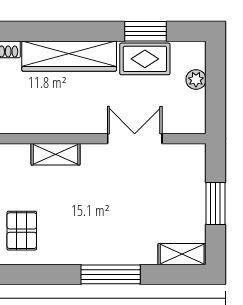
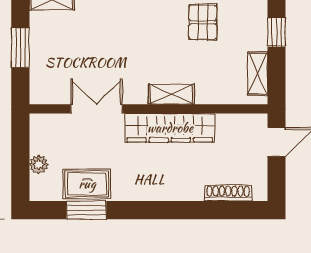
wardrobe: (69, 56) -> (170, 128), moved, turned 180
double door: (135, 139) -> (96, 109), swing flipped

